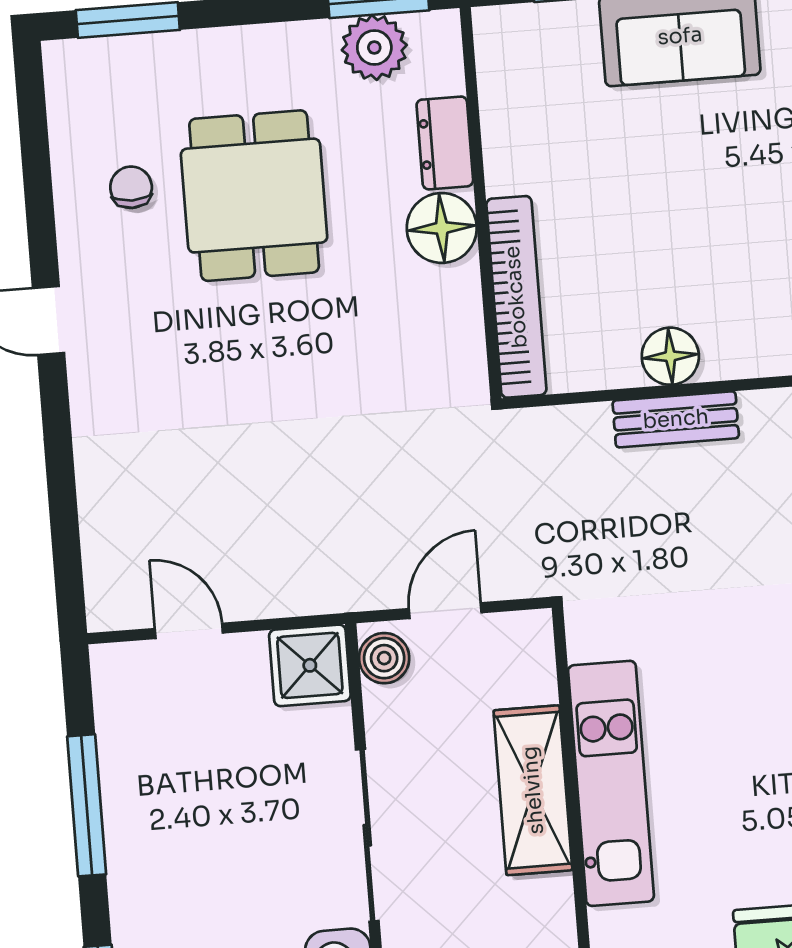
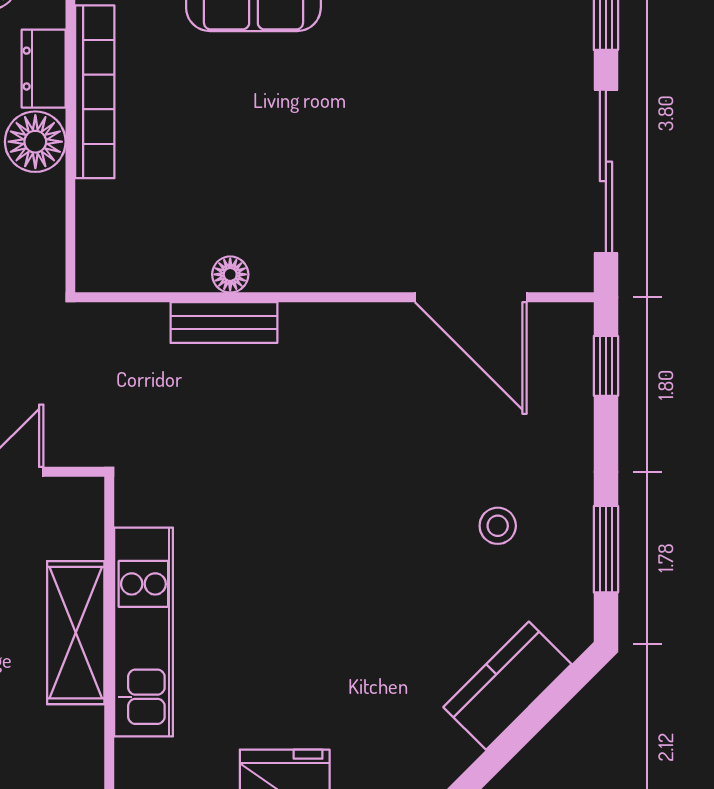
bookcase: (516, 297) -> (95, 92), moved
floor lamp: (670, 356) -> (230, 274), width x0.73, depth x0.73

